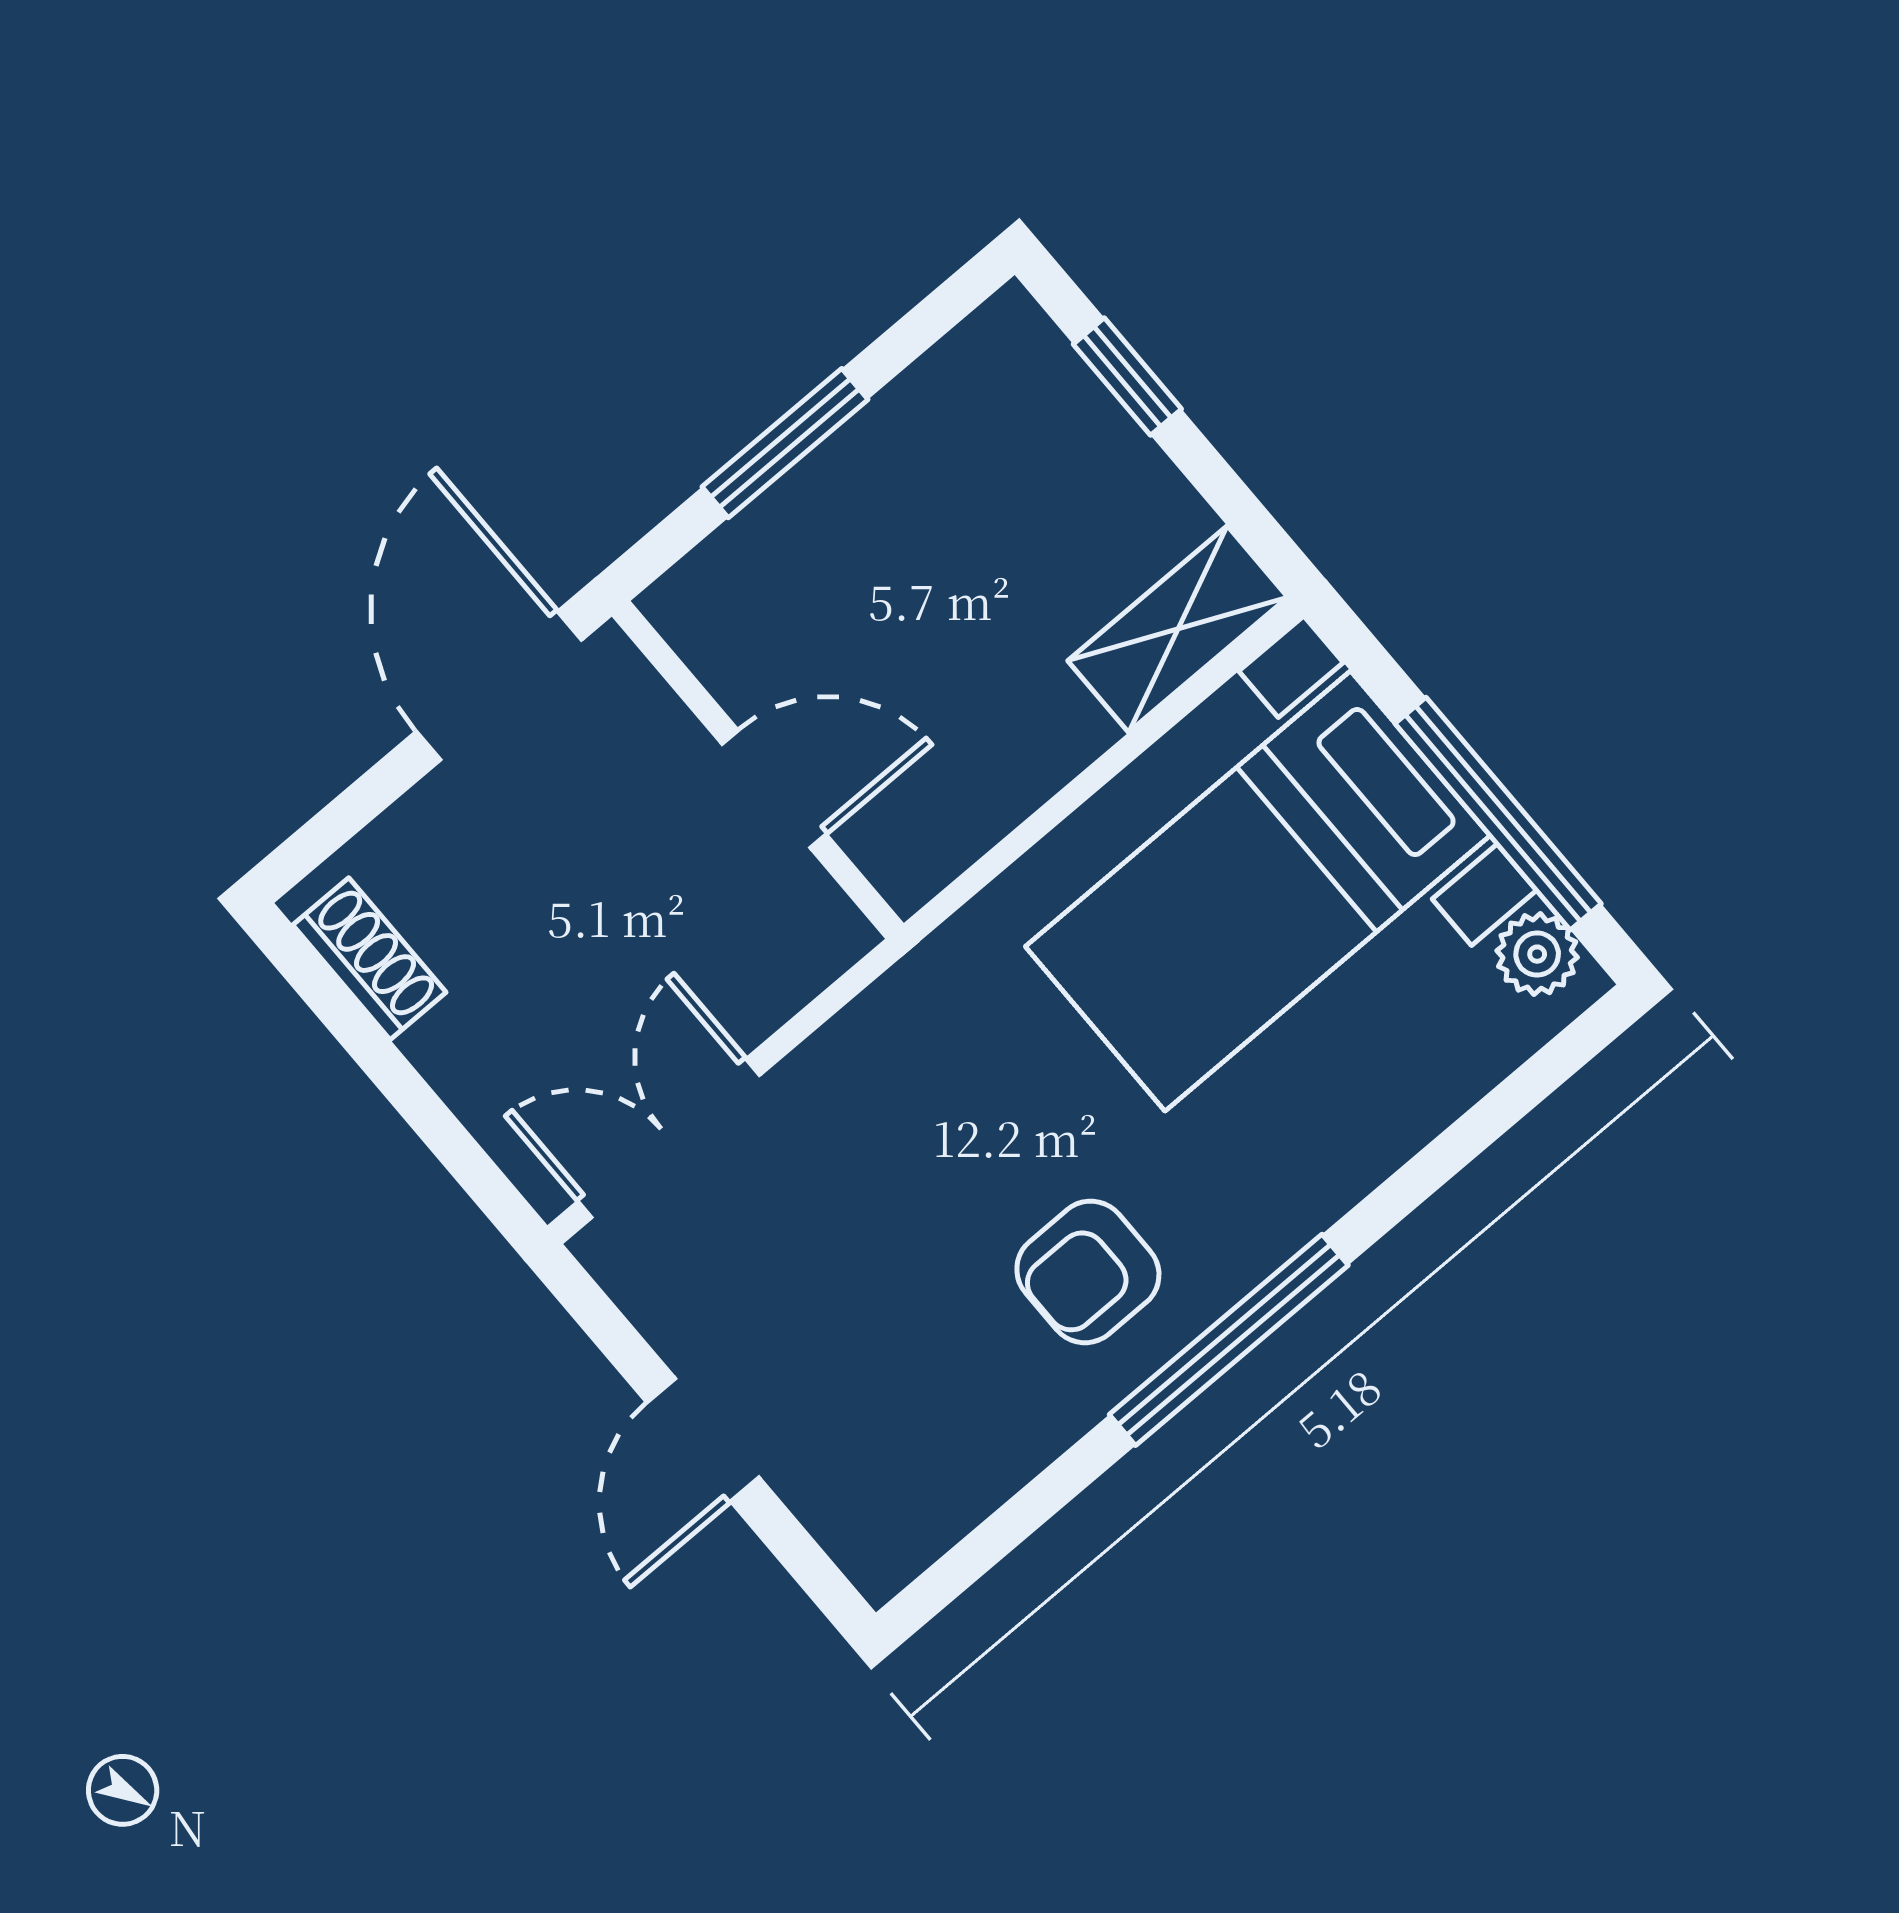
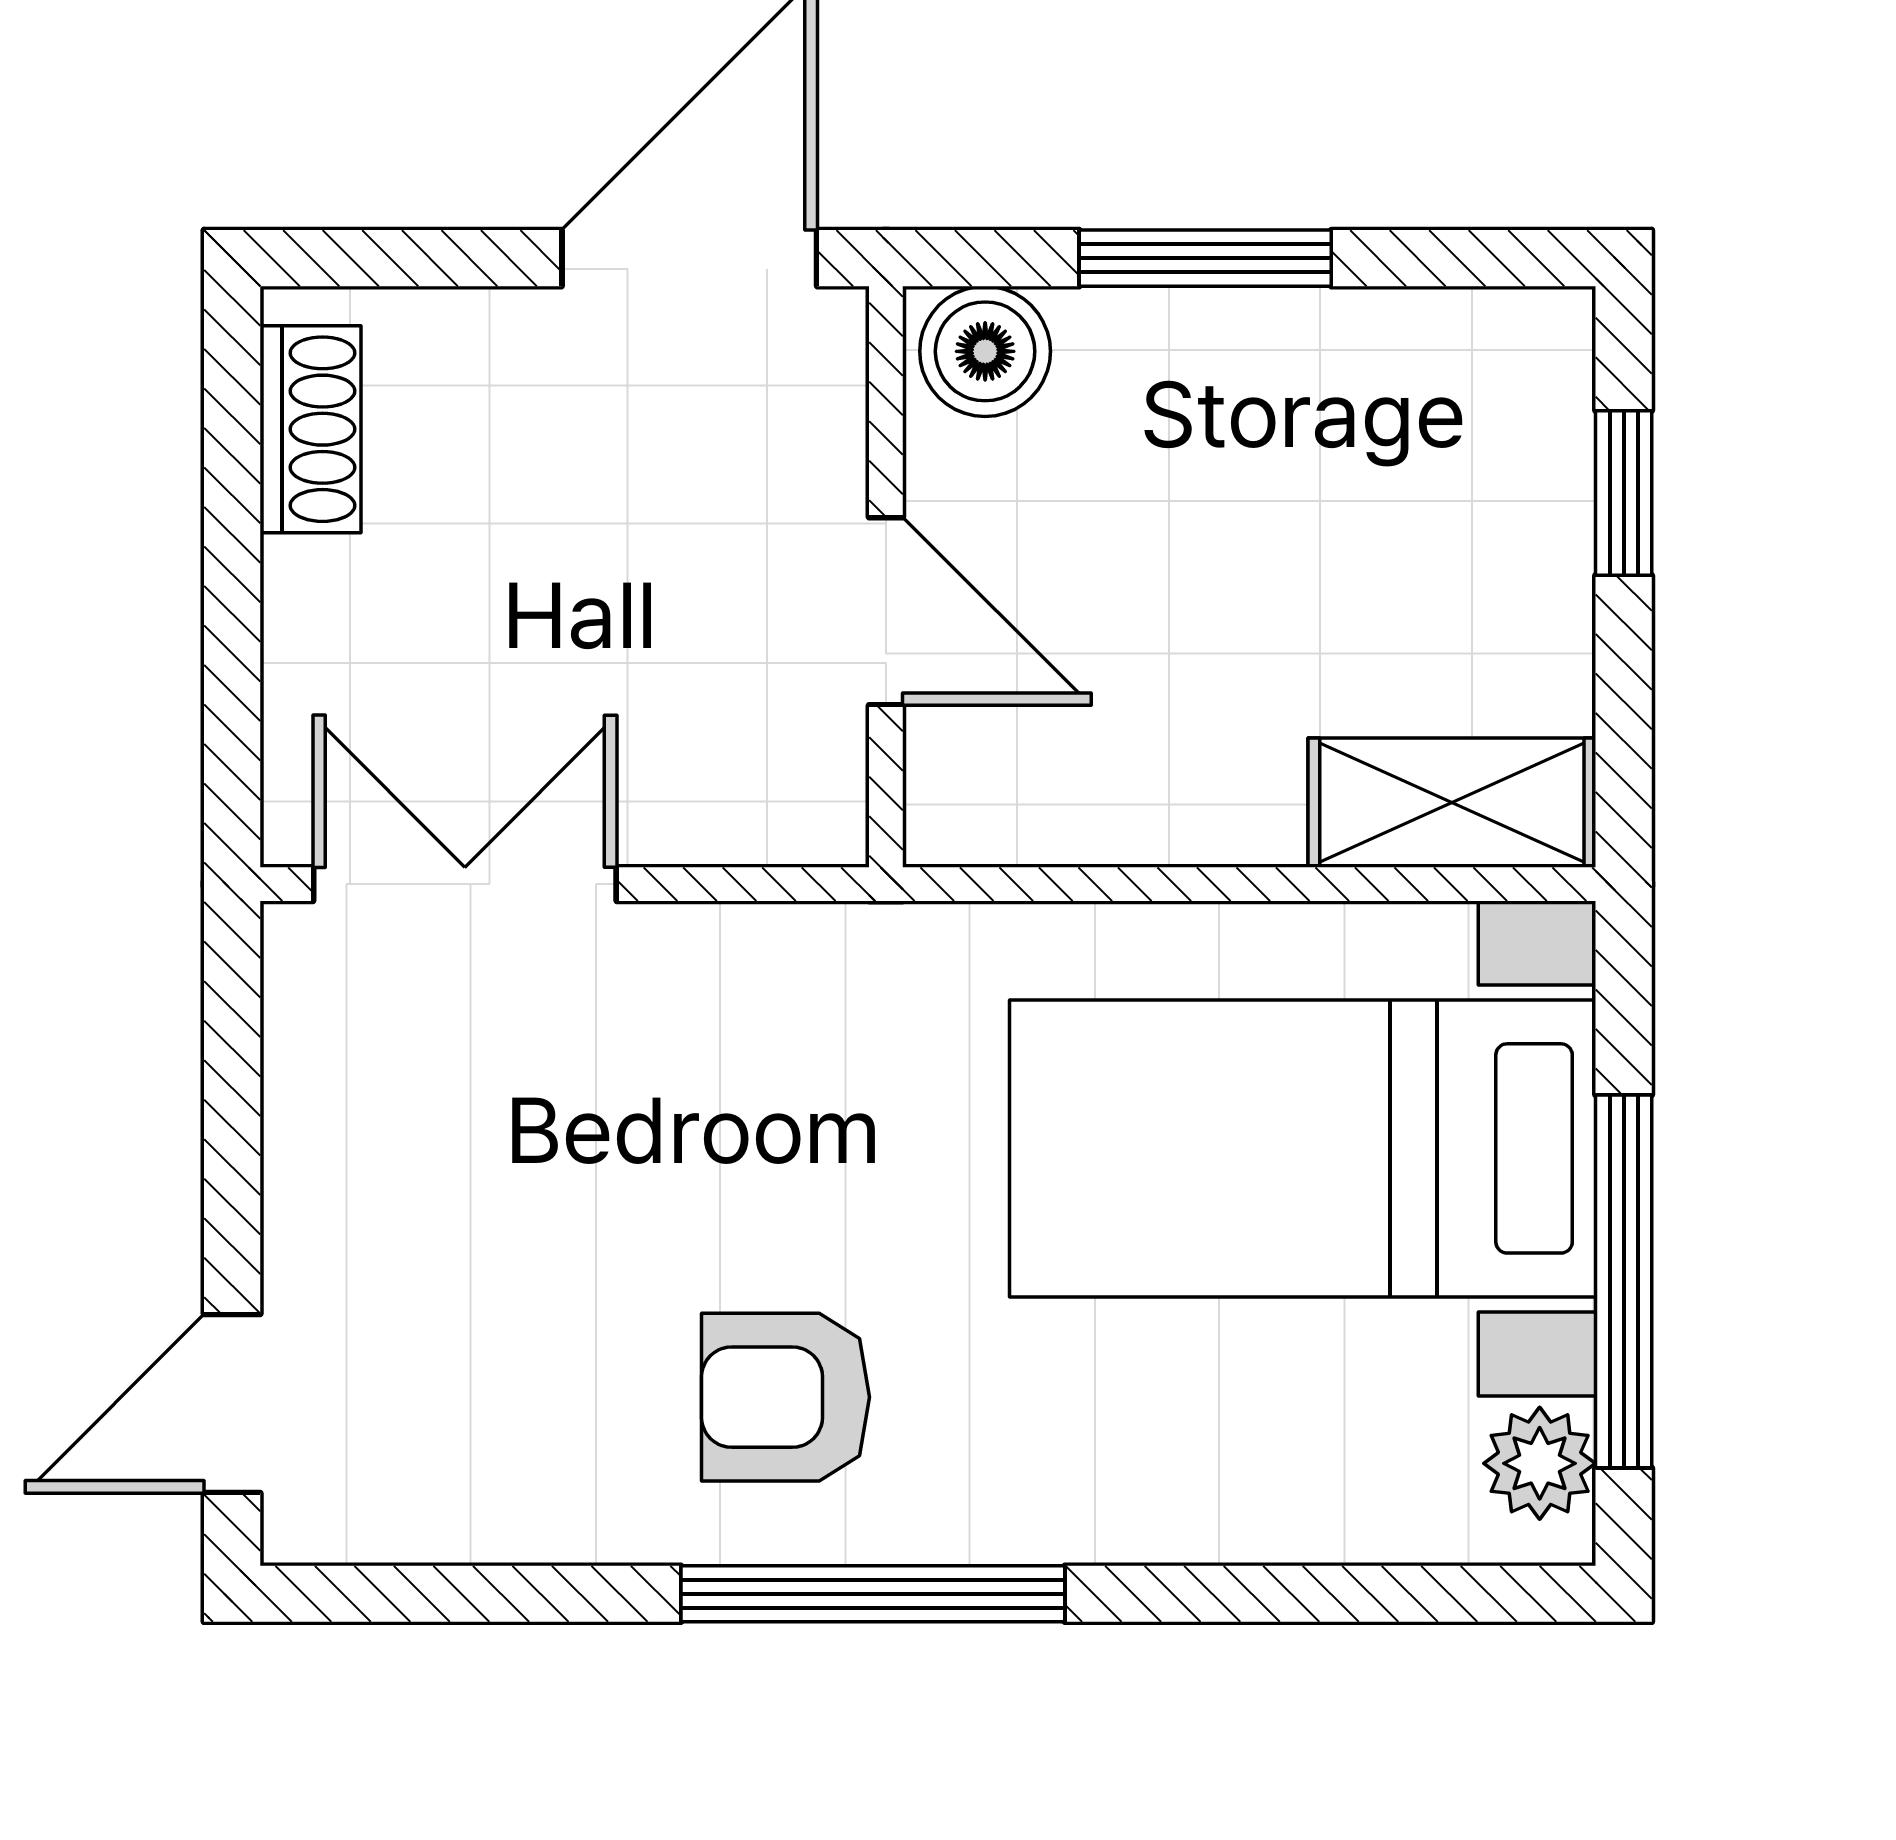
boiler: (707, 598) -> (985, 351), added
door: (703, 1440) -> (232, 1404), moved

